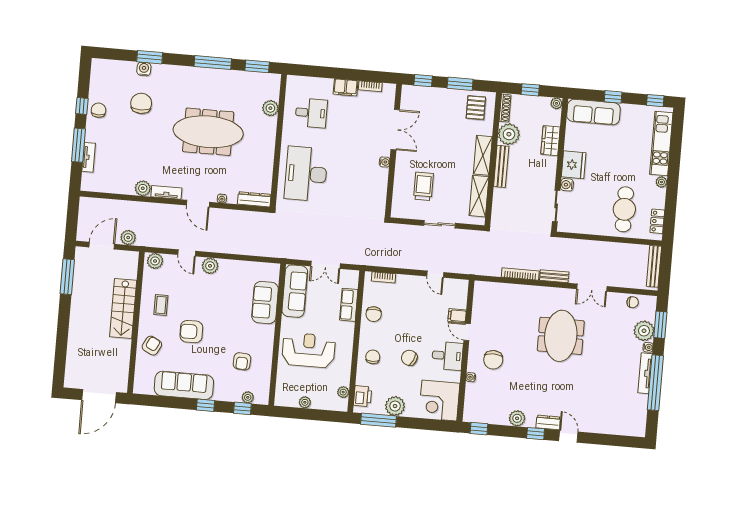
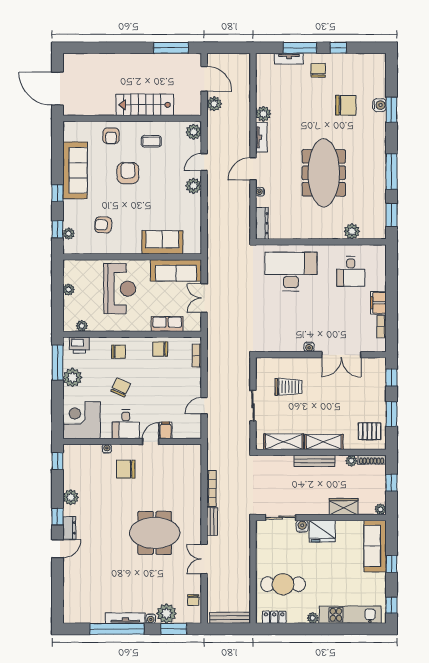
chair: (99, 110) -> (318, 70), moved, turned -90
plant: (509, 134) -> (351, 461), width x0.53, depth x0.53
armchair: (152, 346) -> (111, 136), turned 63

